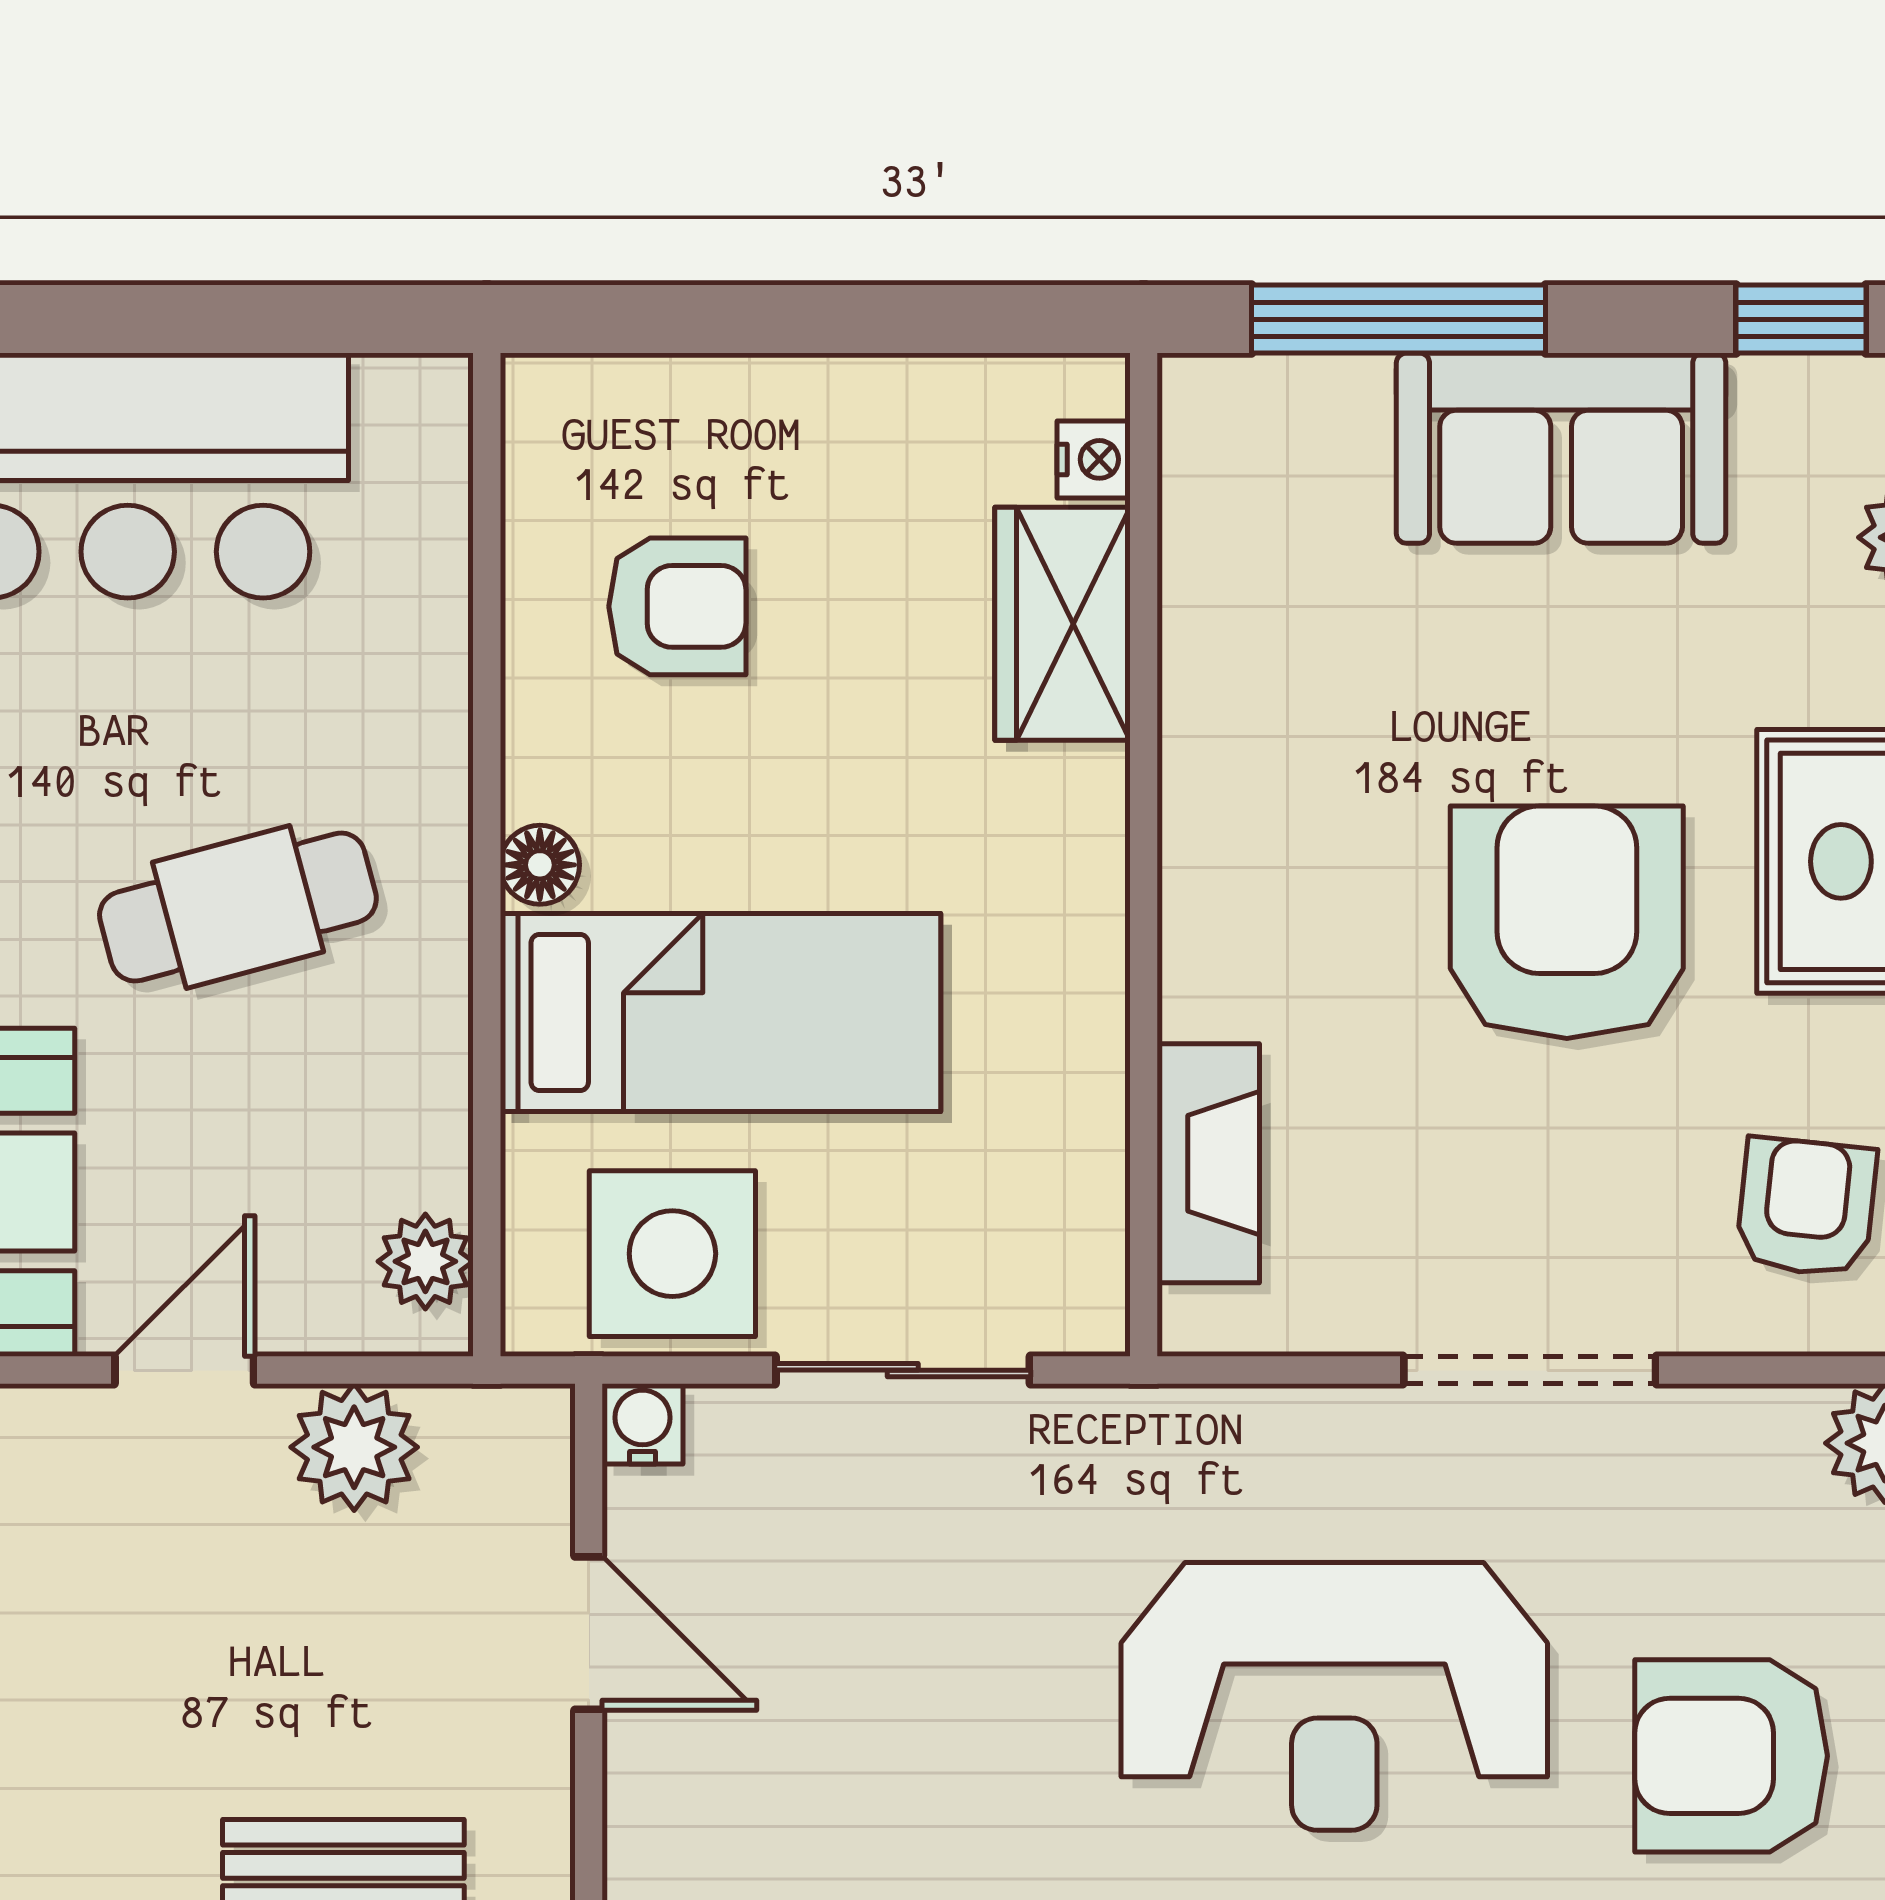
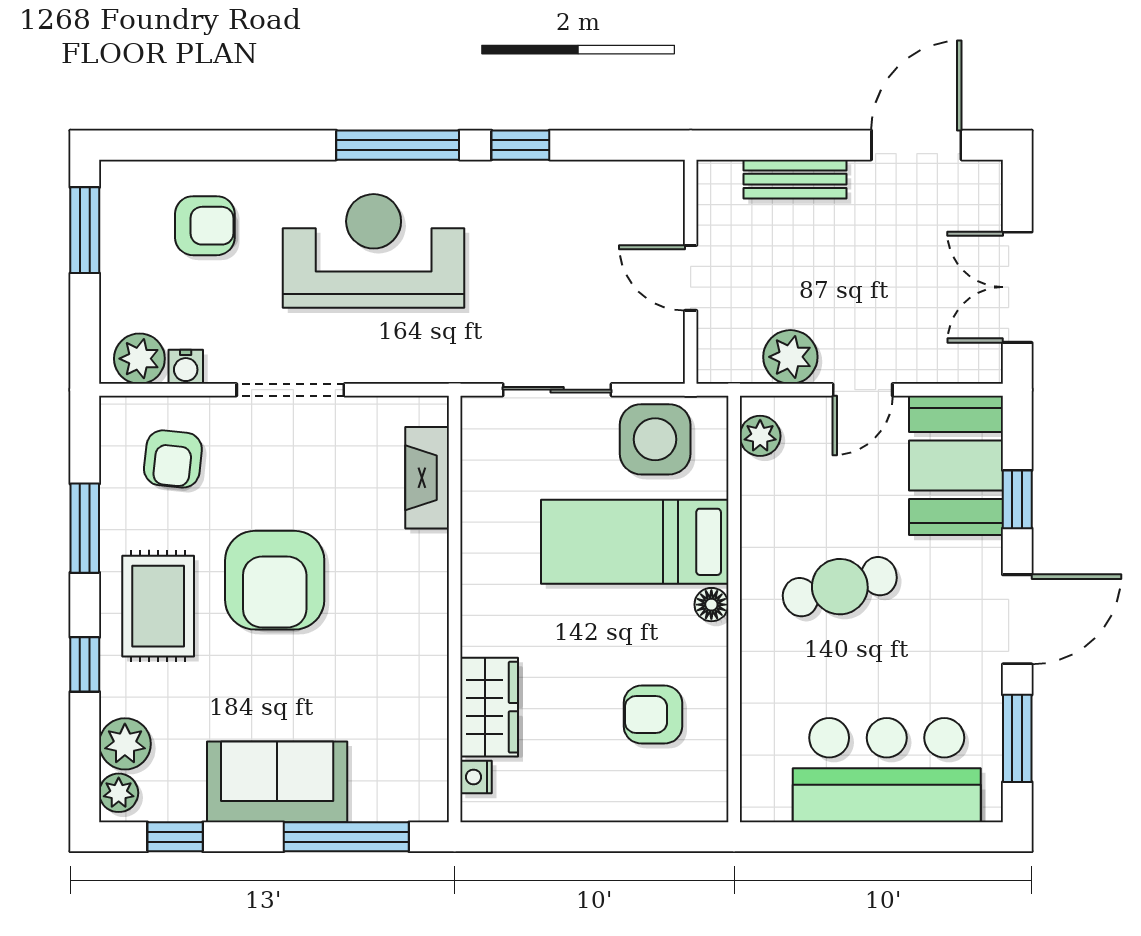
water cooler: (642, 1424) -> (186, 367), moved
armchair: (1731, 1756) -> (205, 226), width x0.72, depth x0.72

